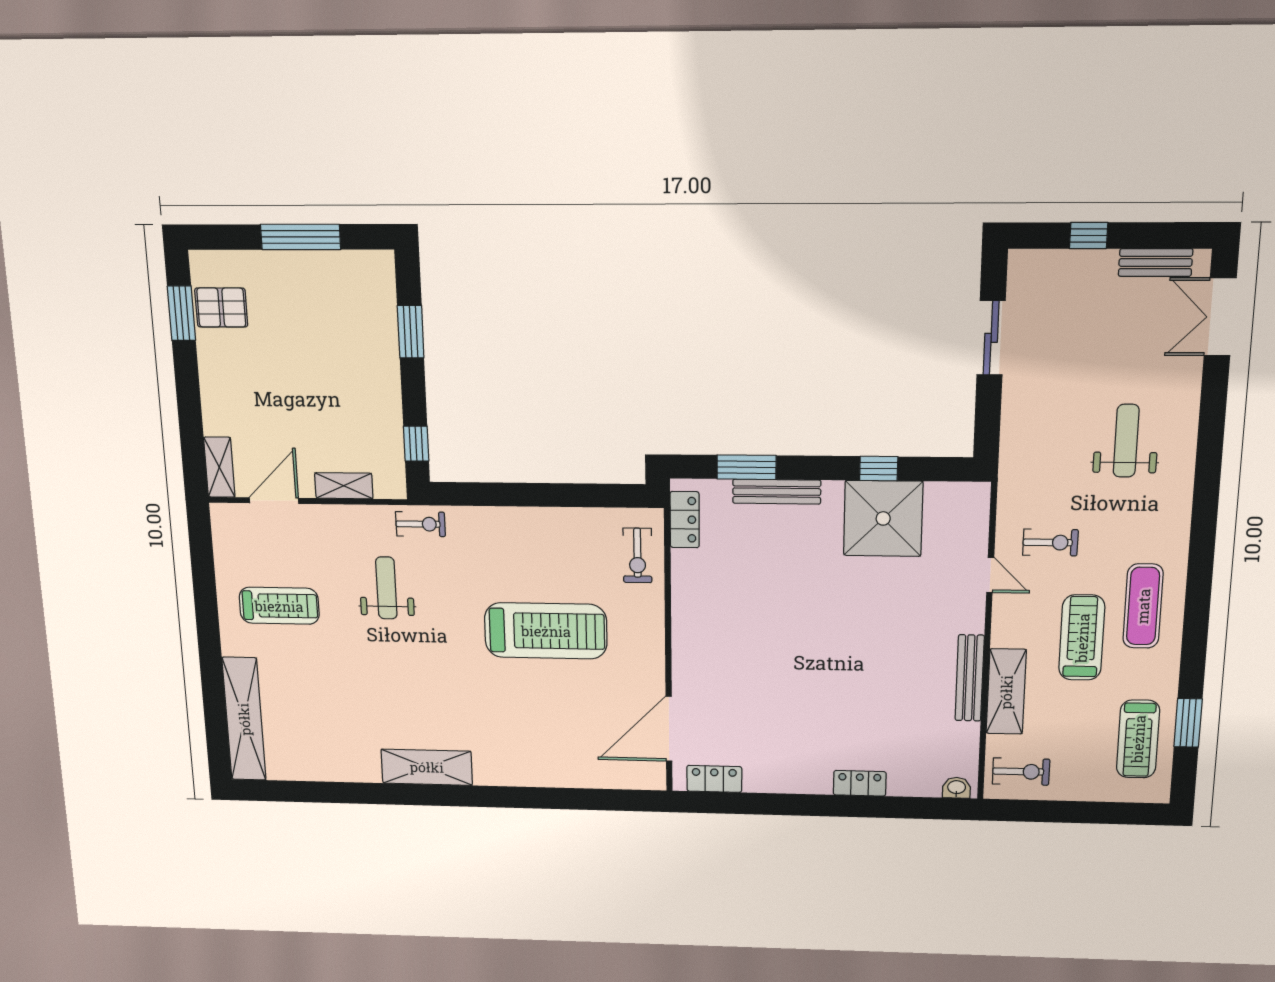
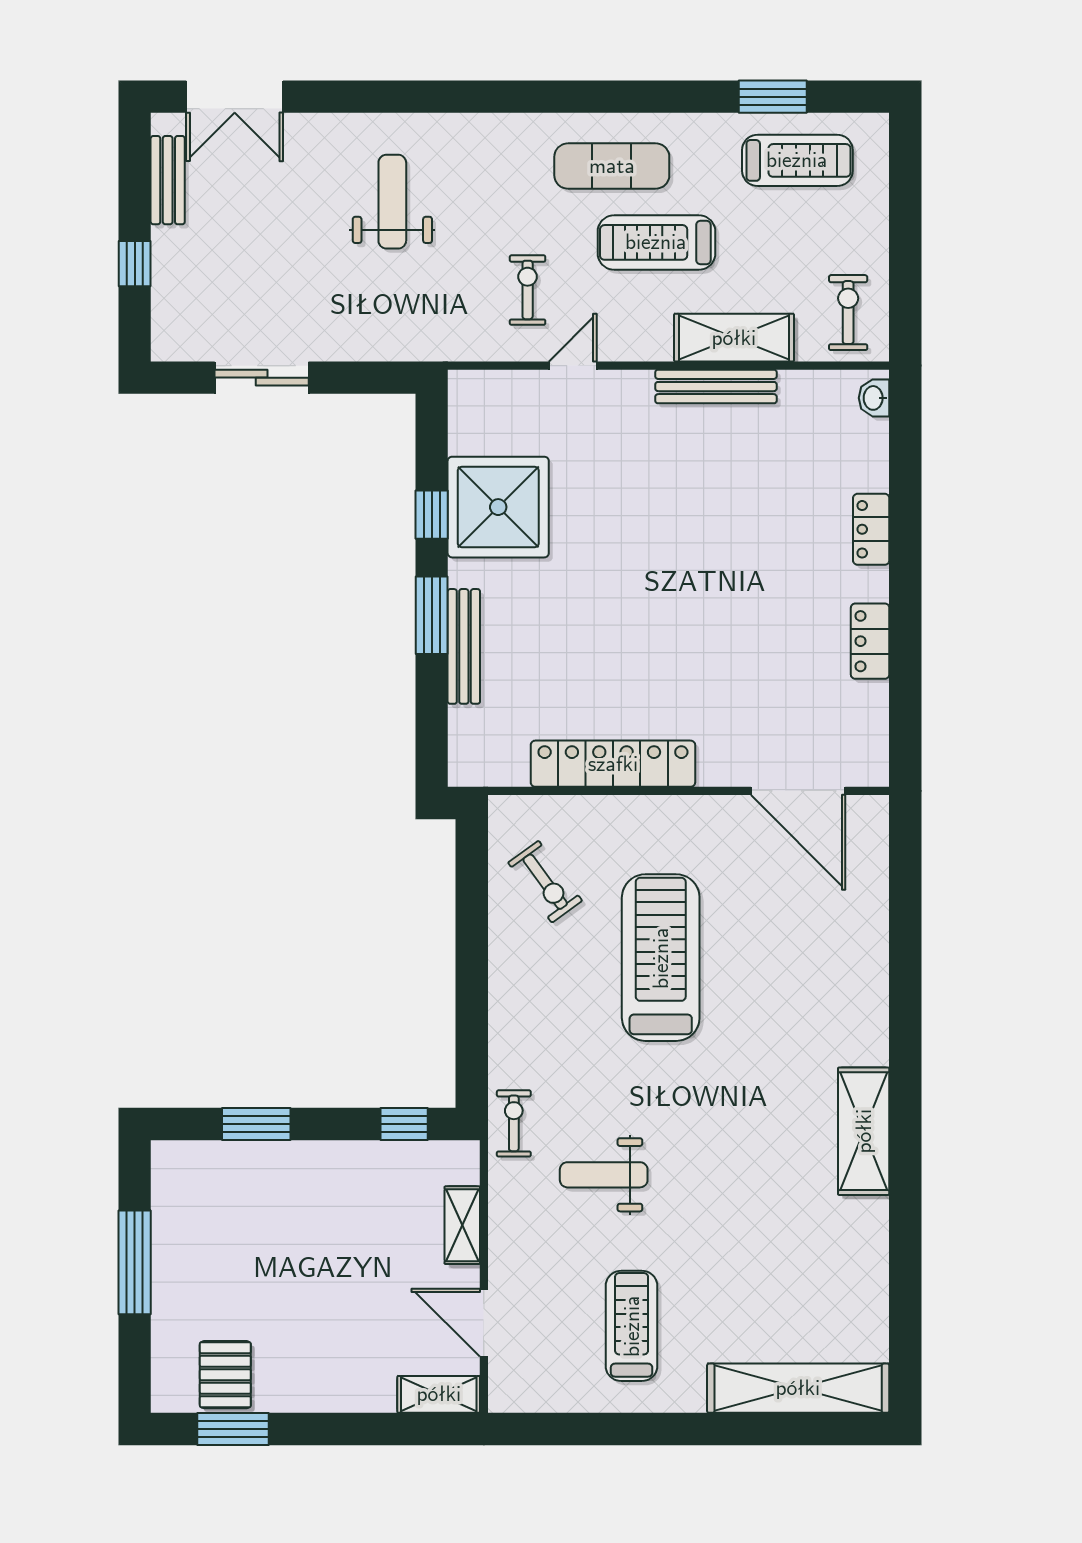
weight bench: (1126, 441) -> (392, 202), turned 90
window: (747, 467) -> (432, 615), moved
locker: (685, 520) -> (613, 764), moved, width x2.16, depth x1.21
exercise bike: (637, 555) -> (545, 882), moved, turned 54
locker: (714, 779) -> (870, 641), moved

